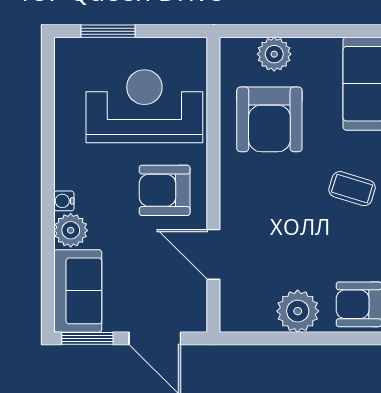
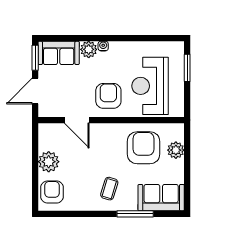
reception desk: (144, 106) -> (150, 86), turned 180
armchair: (269, 119) -> (144, 148), turned 90
door: (213, 254) -> (77, 120), swing flipped

